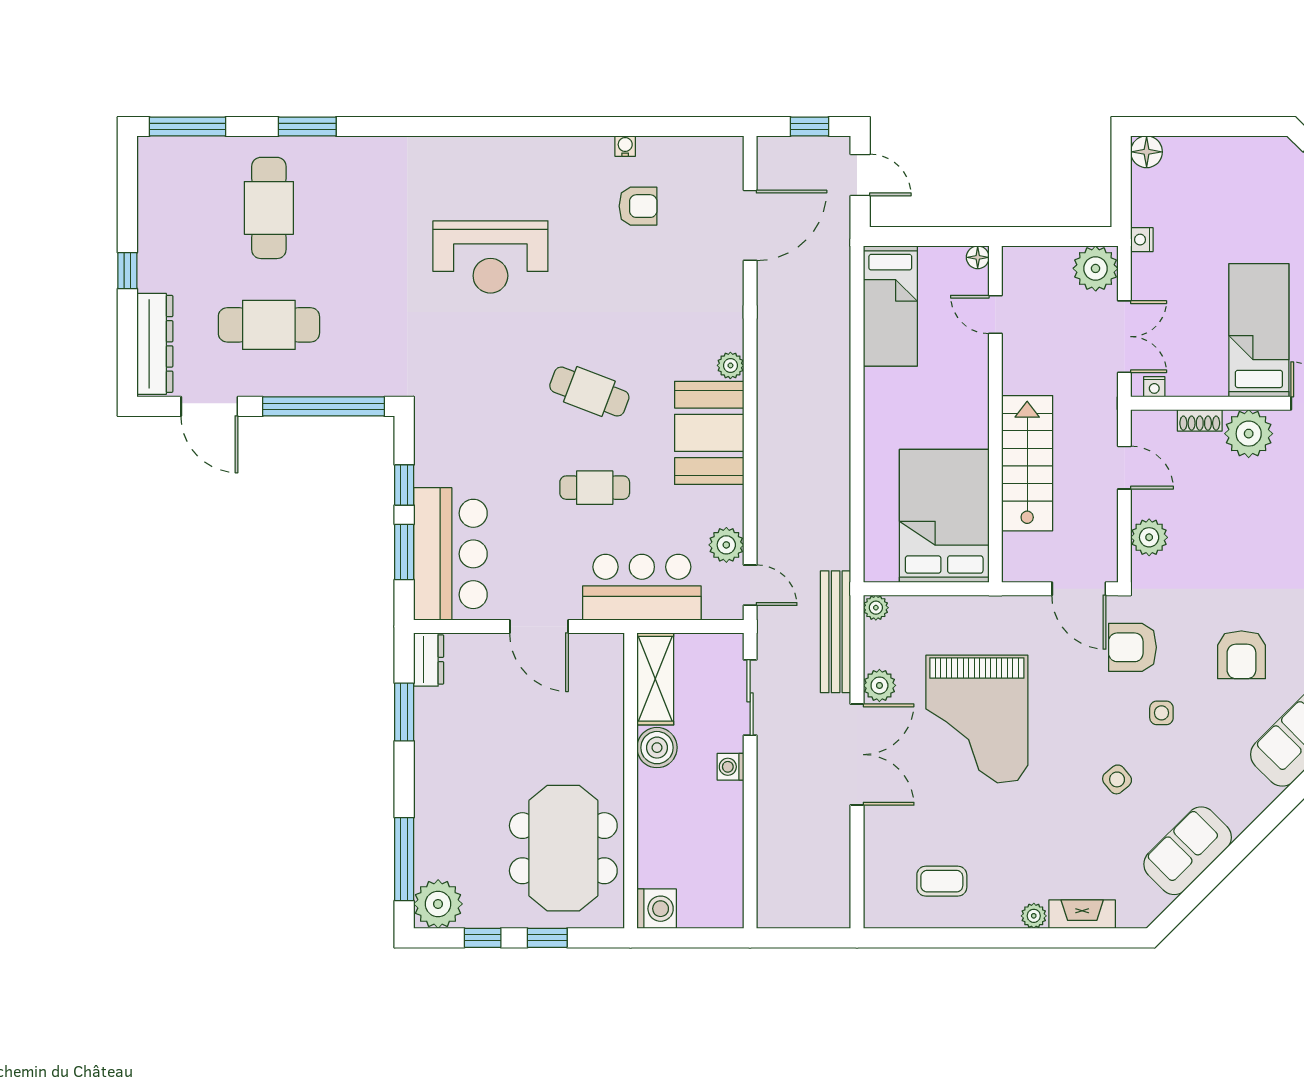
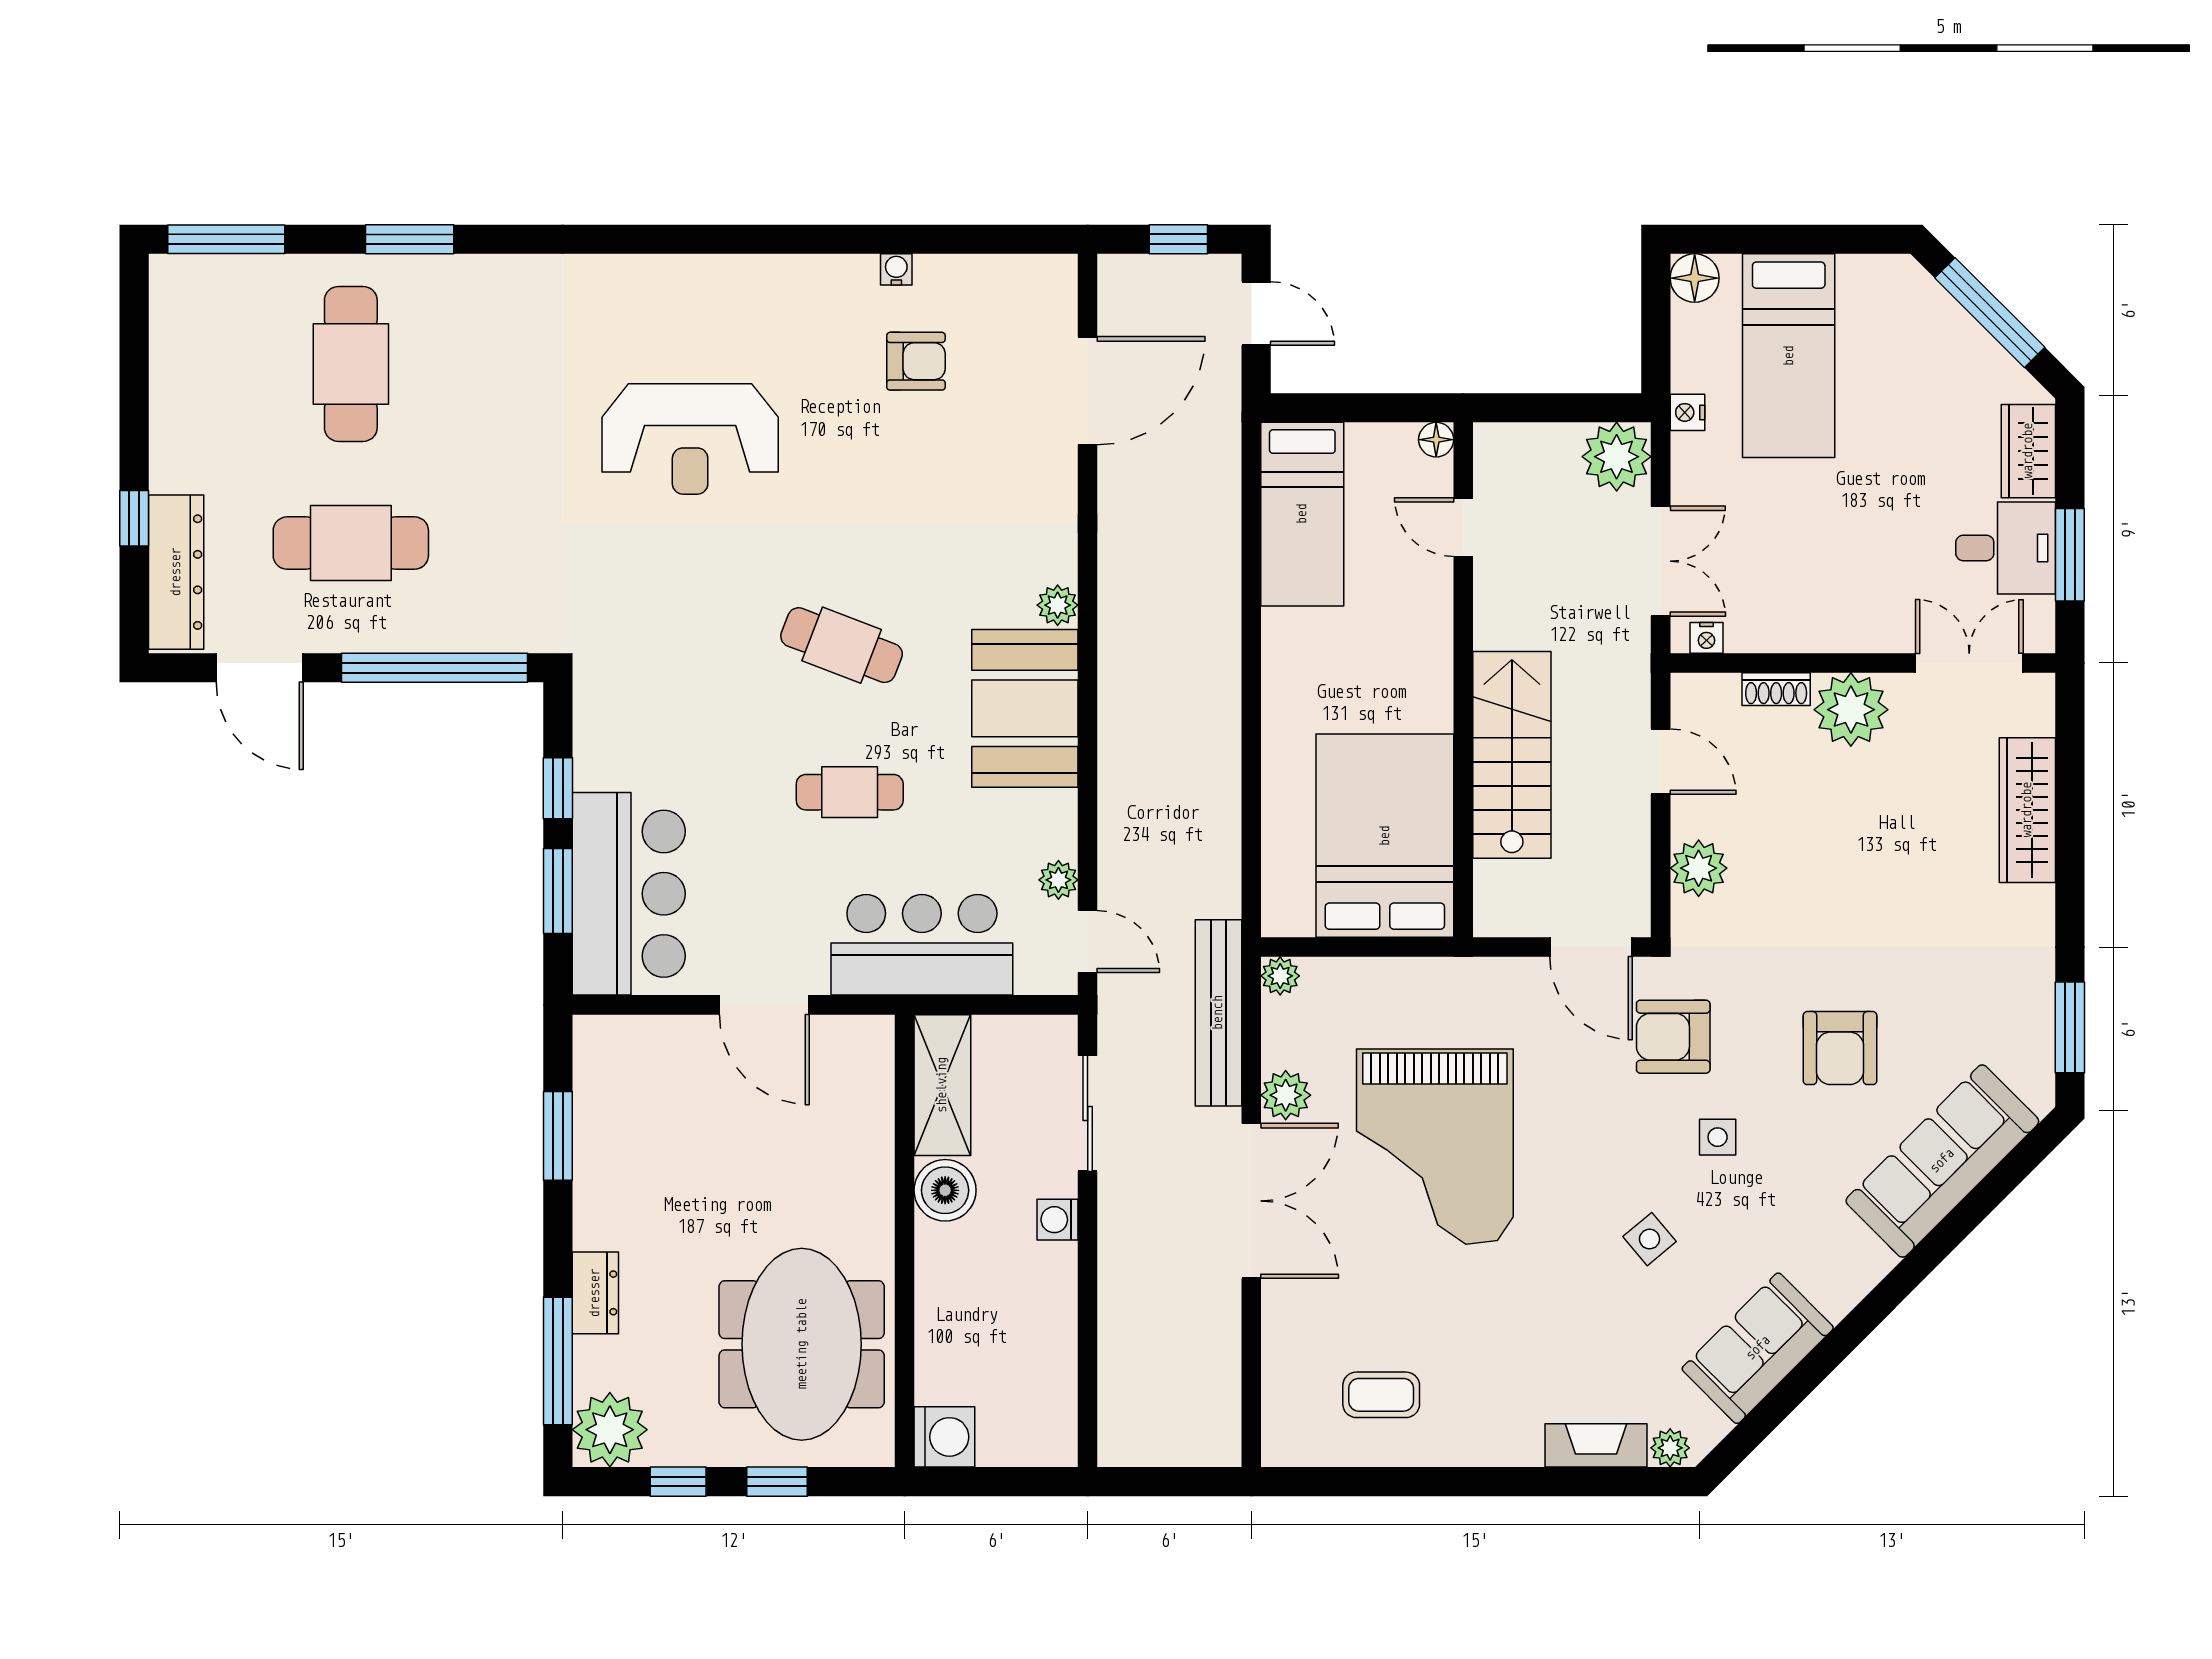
window: (127, 271) -> (134, 518), moved
bed: (1259, 330) -> (1789, 356), moved, turned 180
plant: (726, 545) -> (1058, 880), width x0.73, depth x0.73
dresser: (429, 660) -> (595, 1293), moved
plant: (1034, 916) -> (1670, 1448), moved

